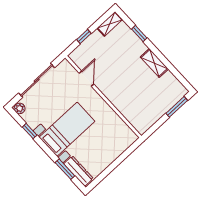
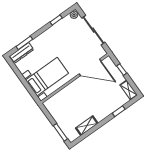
shelving: (154, 63) -> (87, 126), moved
door: (86, 79) -> (90, 67), width x1.88
bed with nightstands: (67, 129) -> (47, 77), moved, turned -90

